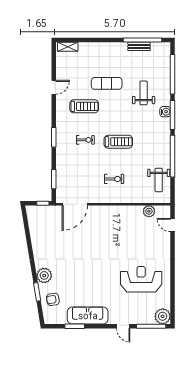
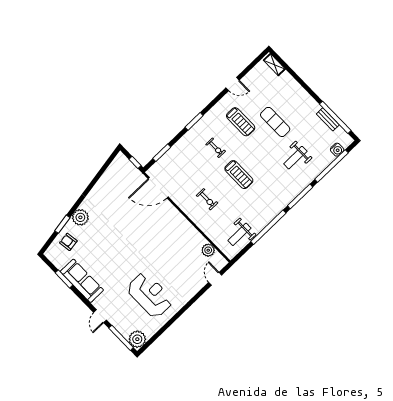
weight bench: (144, 93) -> (295, 158), turned 180
water cooler: (165, 112) -> (337, 150), moved

